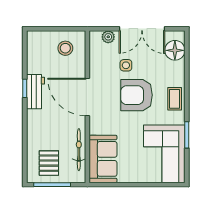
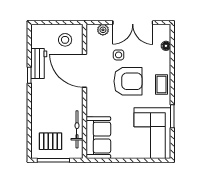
floor lamp: (175, 50) -> (166, 46), width x0.53, depth x0.53
workbench: (35, 92) -> (39, 64), moved
armchair: (137, 95) -> (128, 81), turned 180
door: (87, 97) -> (85, 71), moved
pallet: (49, 163) -> (51, 141), turned 90

